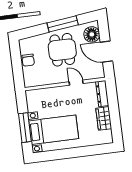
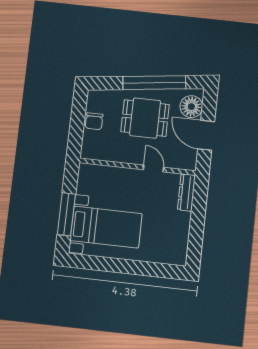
window: (63, 24) -> (154, 83), width x1.46
dining table: (62, 50) -> (145, 118), turned 90
wardrobe: (104, 118) -> (180, 228), removed

